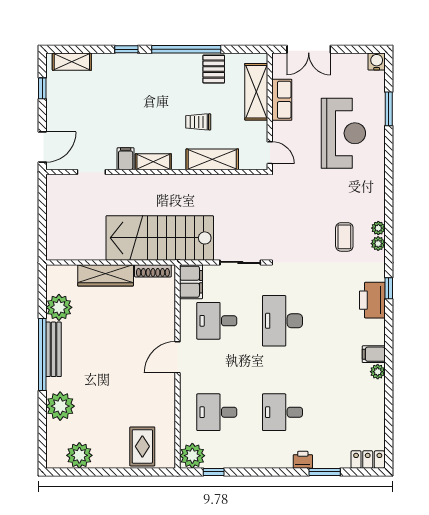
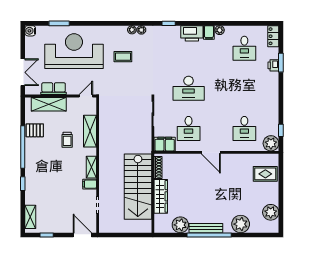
reception desk: (343, 133) -> (74, 51), width x1.36, depth x1.30
coffee table: (344, 237) -> (123, 57), moved
stairs: (160, 238) -> (138, 187), moved
printer: (372, 300) -> (192, 33), moved
desk: (282, 412) -> (244, 48), moved
printer: (303, 460) -> (273, 65), moved

